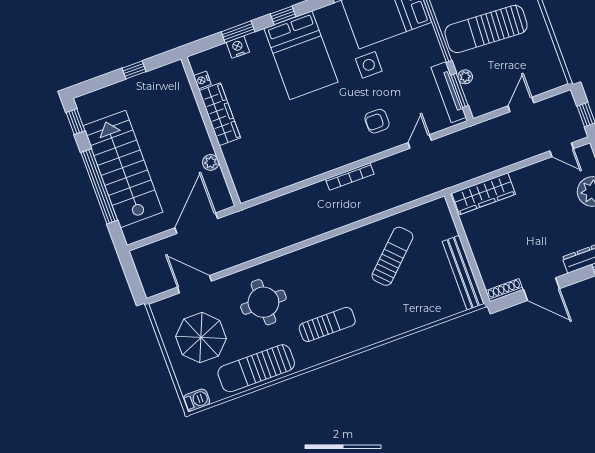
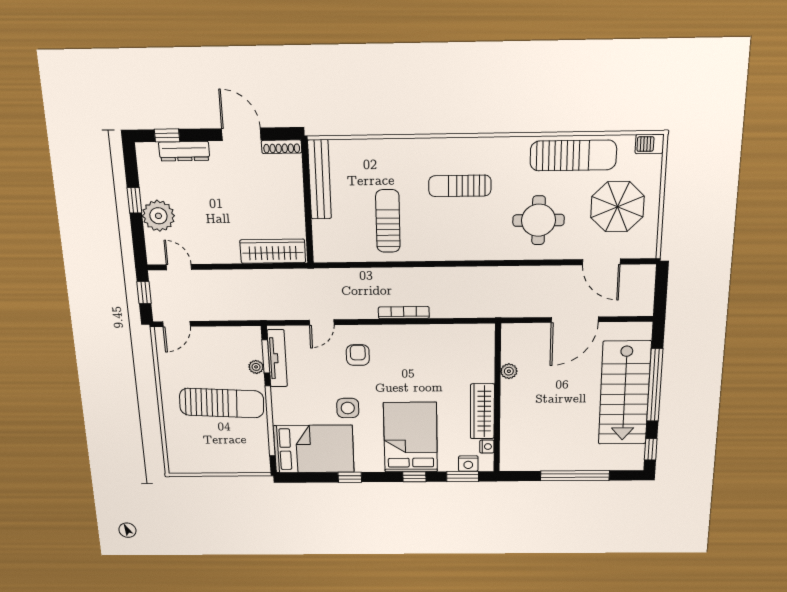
window: (134, 70) -> (575, 476), width x3.17
nightstand: (202, 80) -> (487, 447), moved
door: (521, 104) -> (176, 324), moved
wardrobe: (220, 114) -> (482, 411), moved
armchair: (377, 121) -> (358, 355), turned -90
wall: (211, 131) -> (497, 399), moved
plant: (211, 162) -> (509, 371), moved
sun lounger: (393, 256) -> (388, 221), turned 134
sun lounger: (327, 324) -> (460, 186), moved

